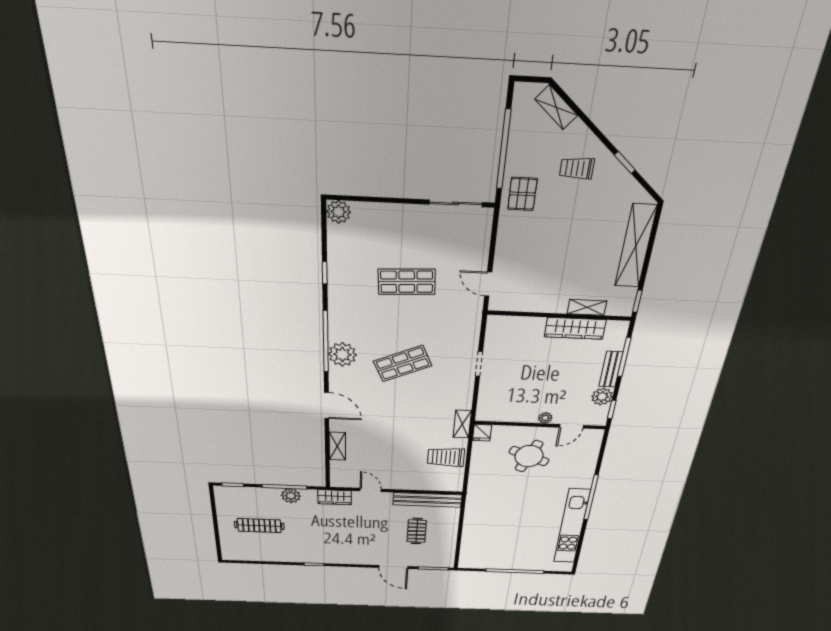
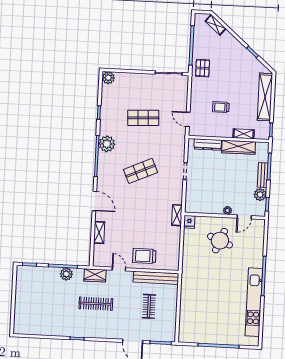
trolley: (577, 168) -> (221, 107), moved
dresser: (521, 324) -> (208, 145), added
plant: (342, 354) -> (107, 144), moved
trolley: (446, 457) -> (144, 256), moved
clothes rail: (259, 526) -> (96, 304), moved

